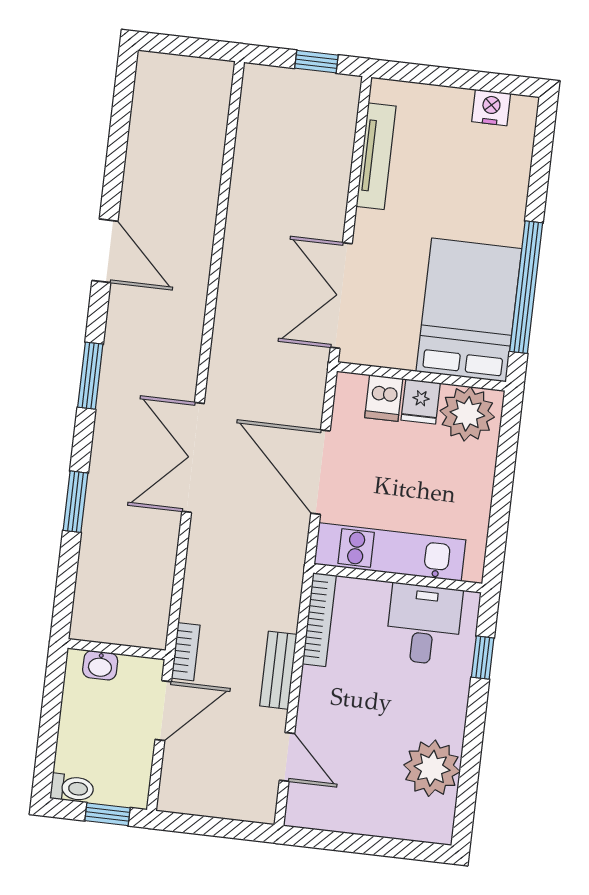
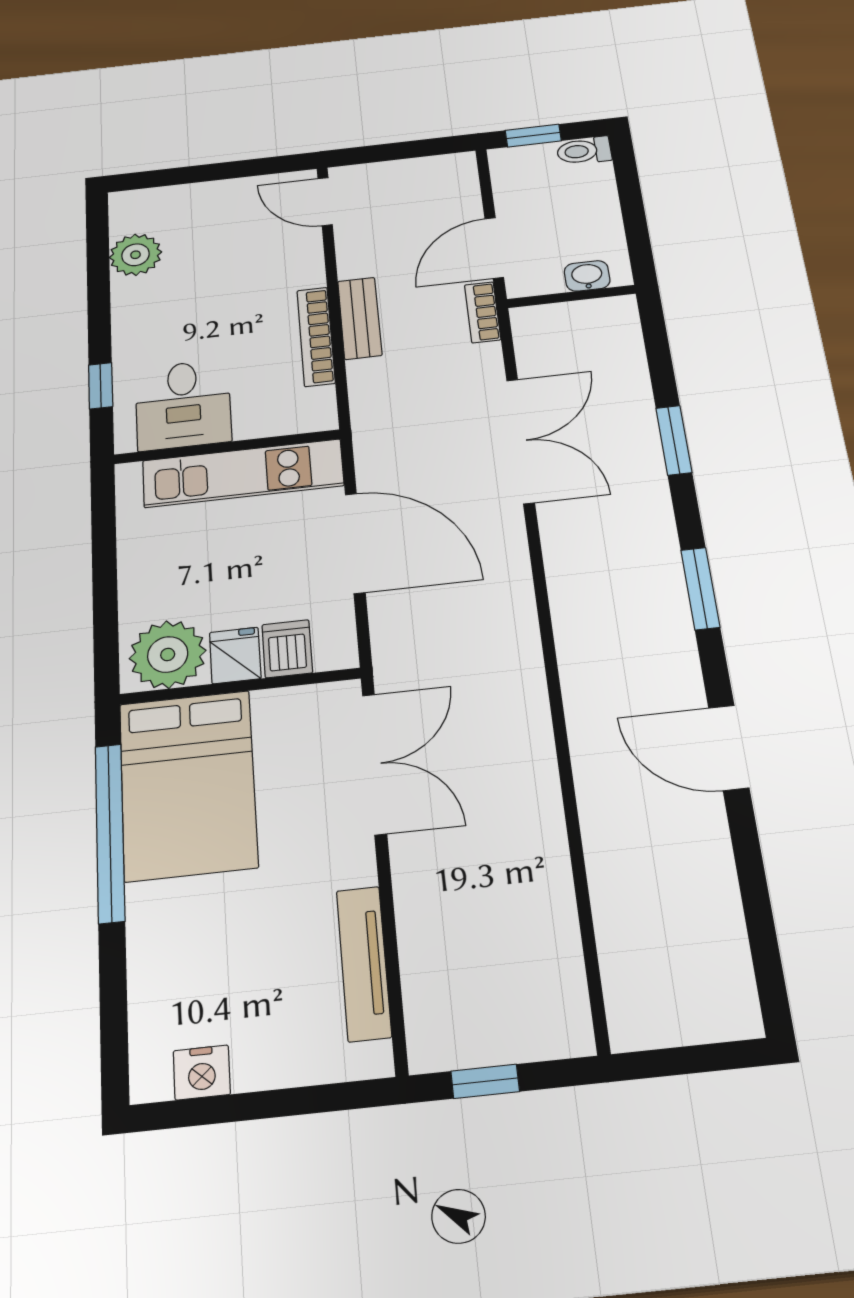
double door: (193, 457) -> (520, 441), moved
bookcase: (319, 620) -> (316, 337), moved
door: (287, 757) -> (325, 201), moved
plant: (432, 768) -> (135, 255), width x0.73, depth x0.73

